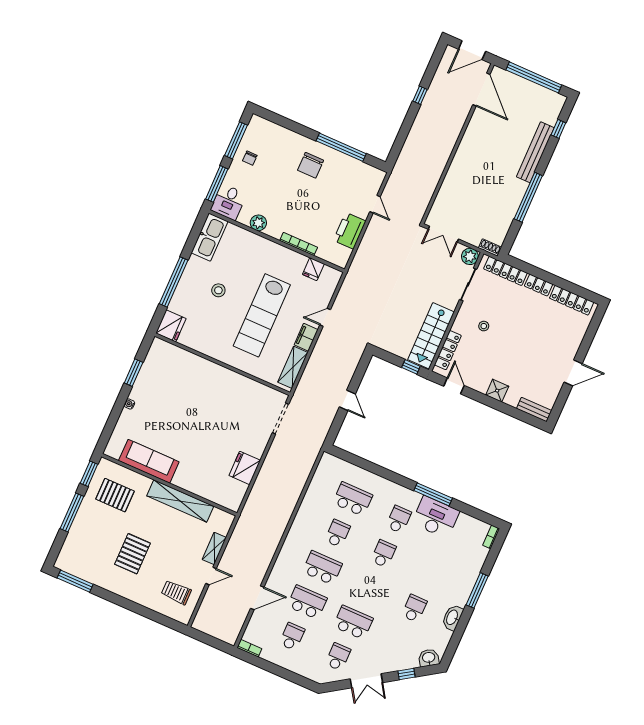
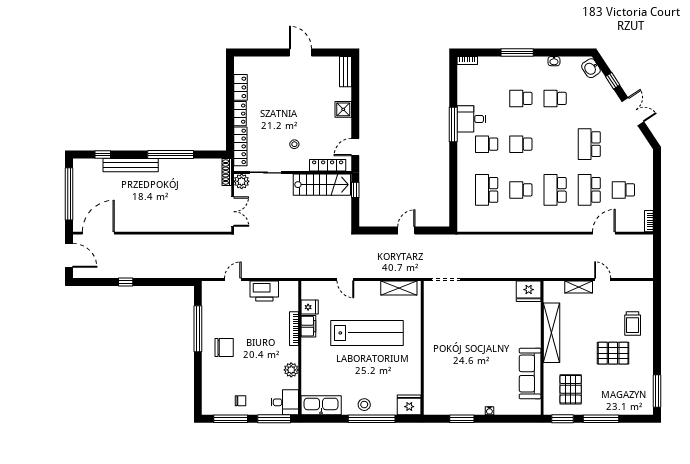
shoe rack: (490, 248) -> (227, 172), width x1.43
stool: (218, 290) -> (364, 405), moved
locker: (572, 300) -> (241, 87), width x0.66
filing cabinet: (306, 337) -> (308, 326), moved, turned -90
fridge: (245, 468) -> (529, 291), moved
desk: (436, 517) -> (471, 119), width x0.73
trolley: (176, 592) -> (633, 323), moved
door: (257, 598) -> (604, 233), hinge flipped
washbasin: (452, 618) -> (554, 61), width x0.52, depth x0.69
school desk: (338, 657) -> (521, 98), moved

